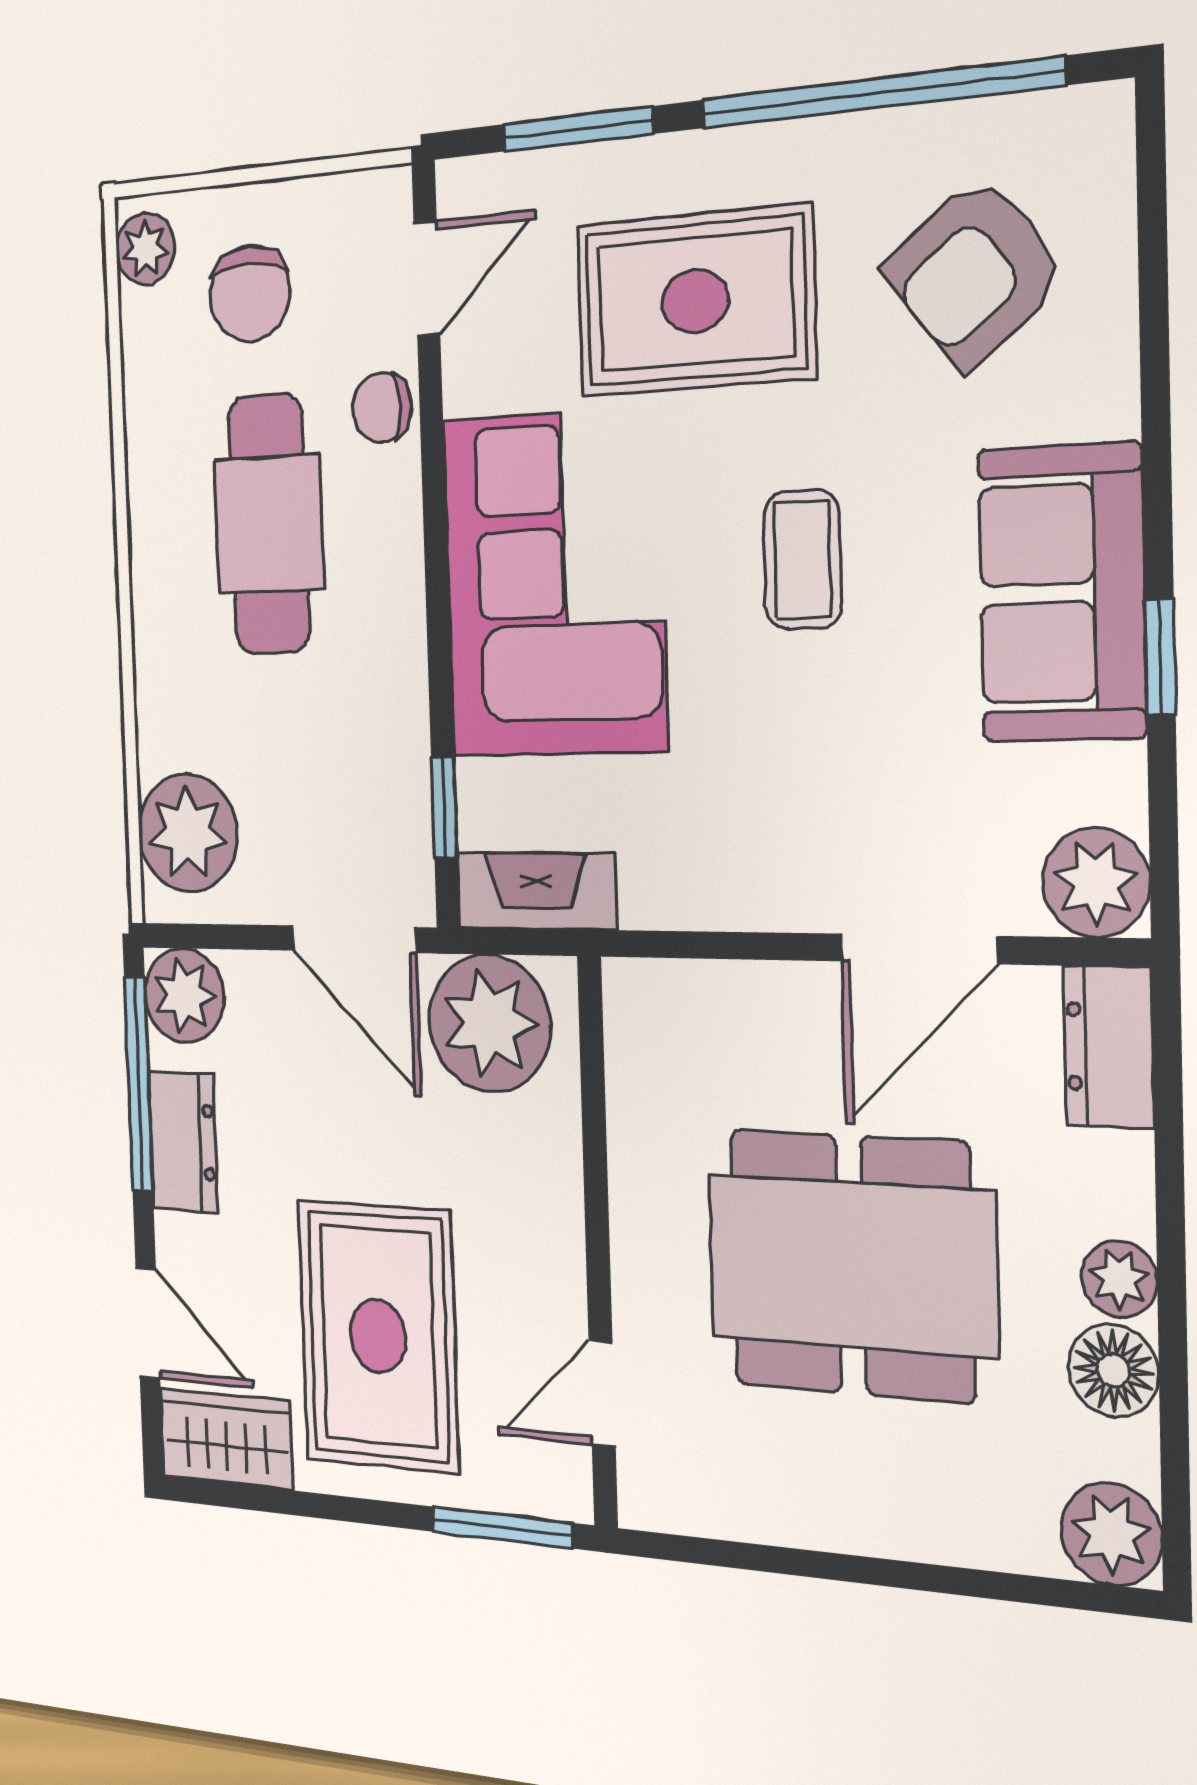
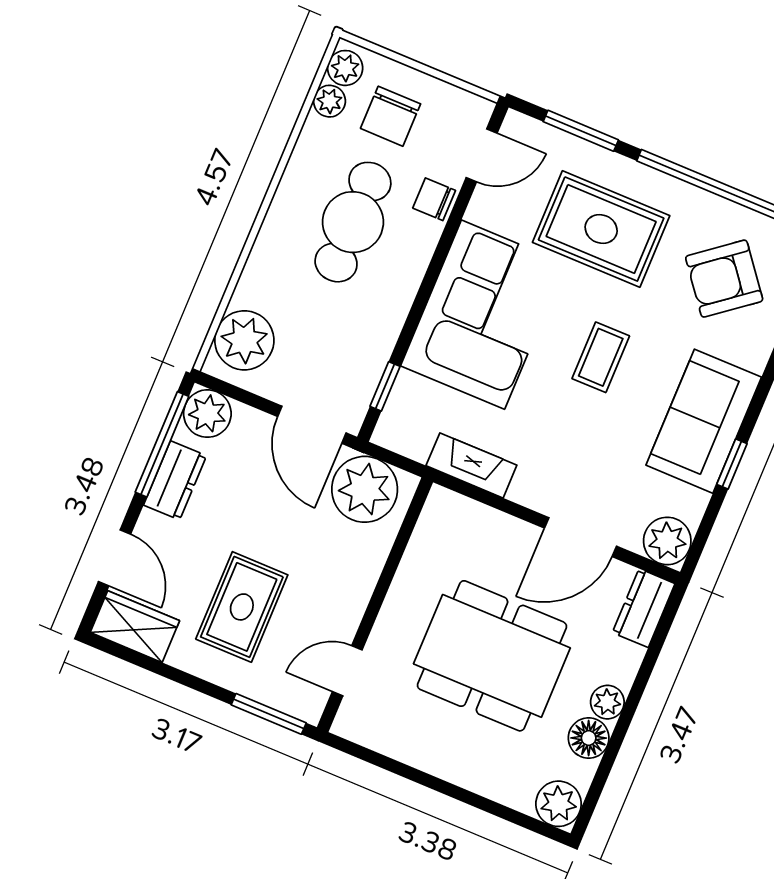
plant: (145, 323) -> (329, 101), added
fireplace: (536, 891) -> (471, 465), moved
rug: (378, 1336) -> (242, 607), width x0.73, depth x0.70

